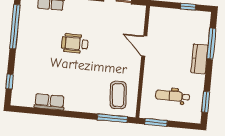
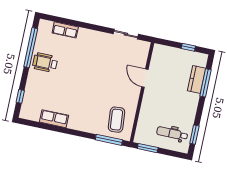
wheelchair: (75, 43) -> (45, 63), moved
kitchen counter: (199, 59) -> (197, 79), moved
dental chair: (173, 96) -> (172, 133), moved

